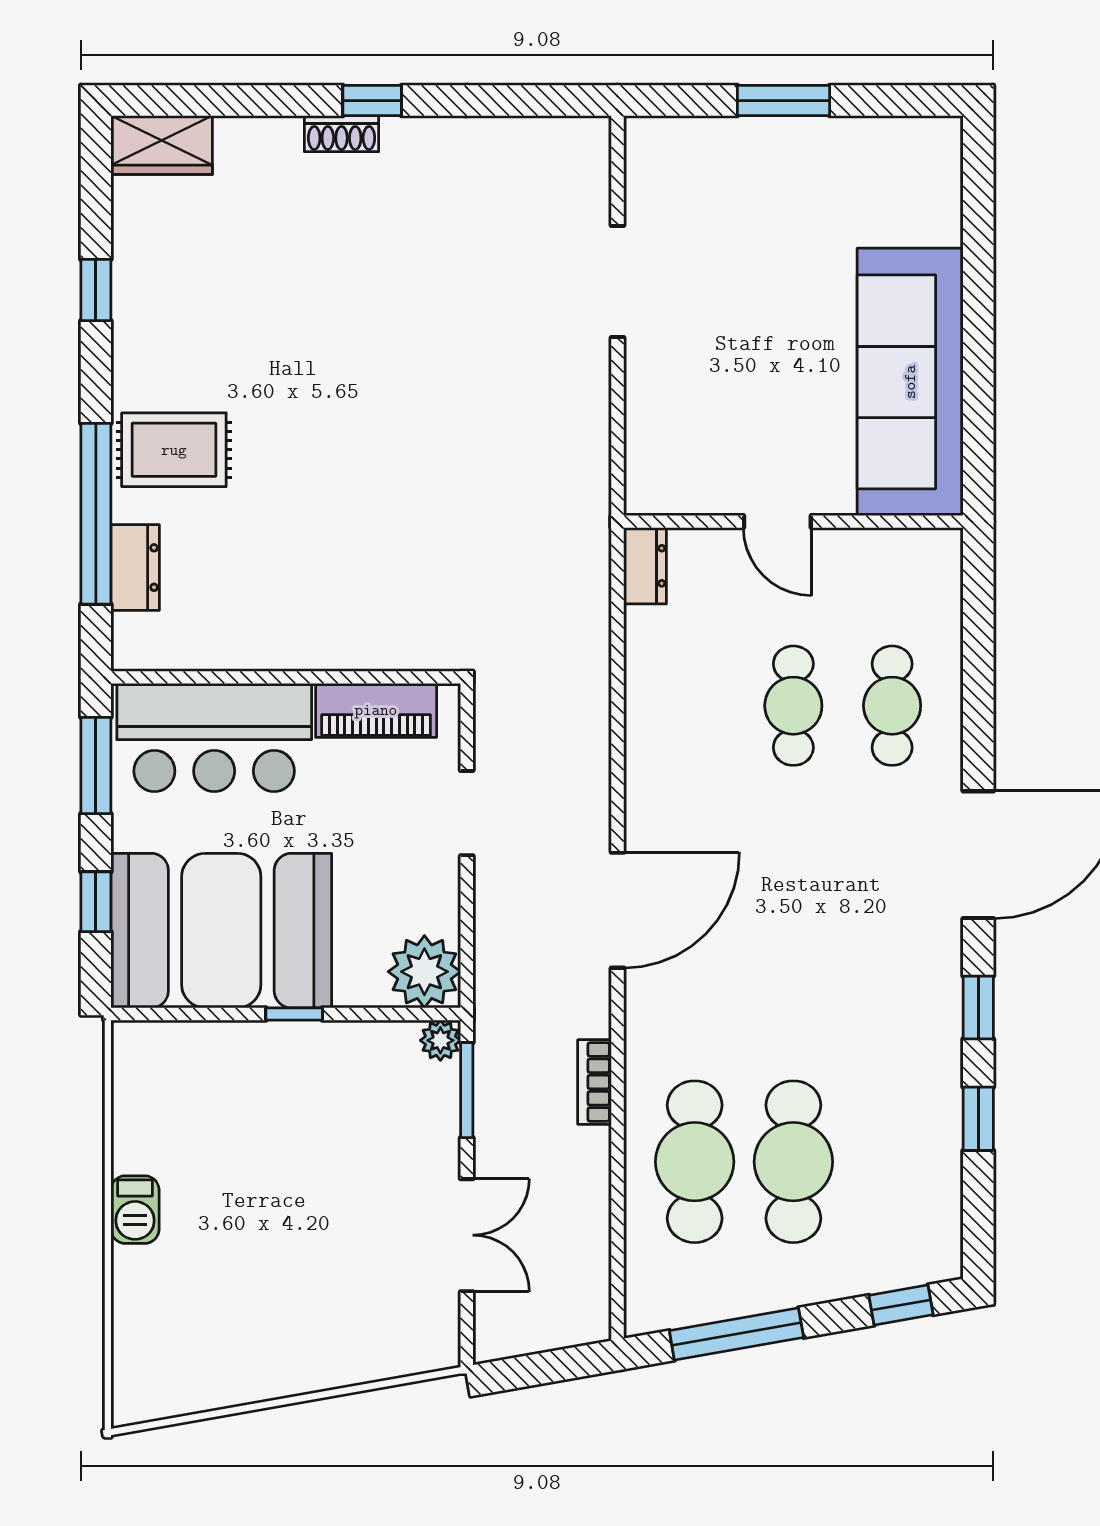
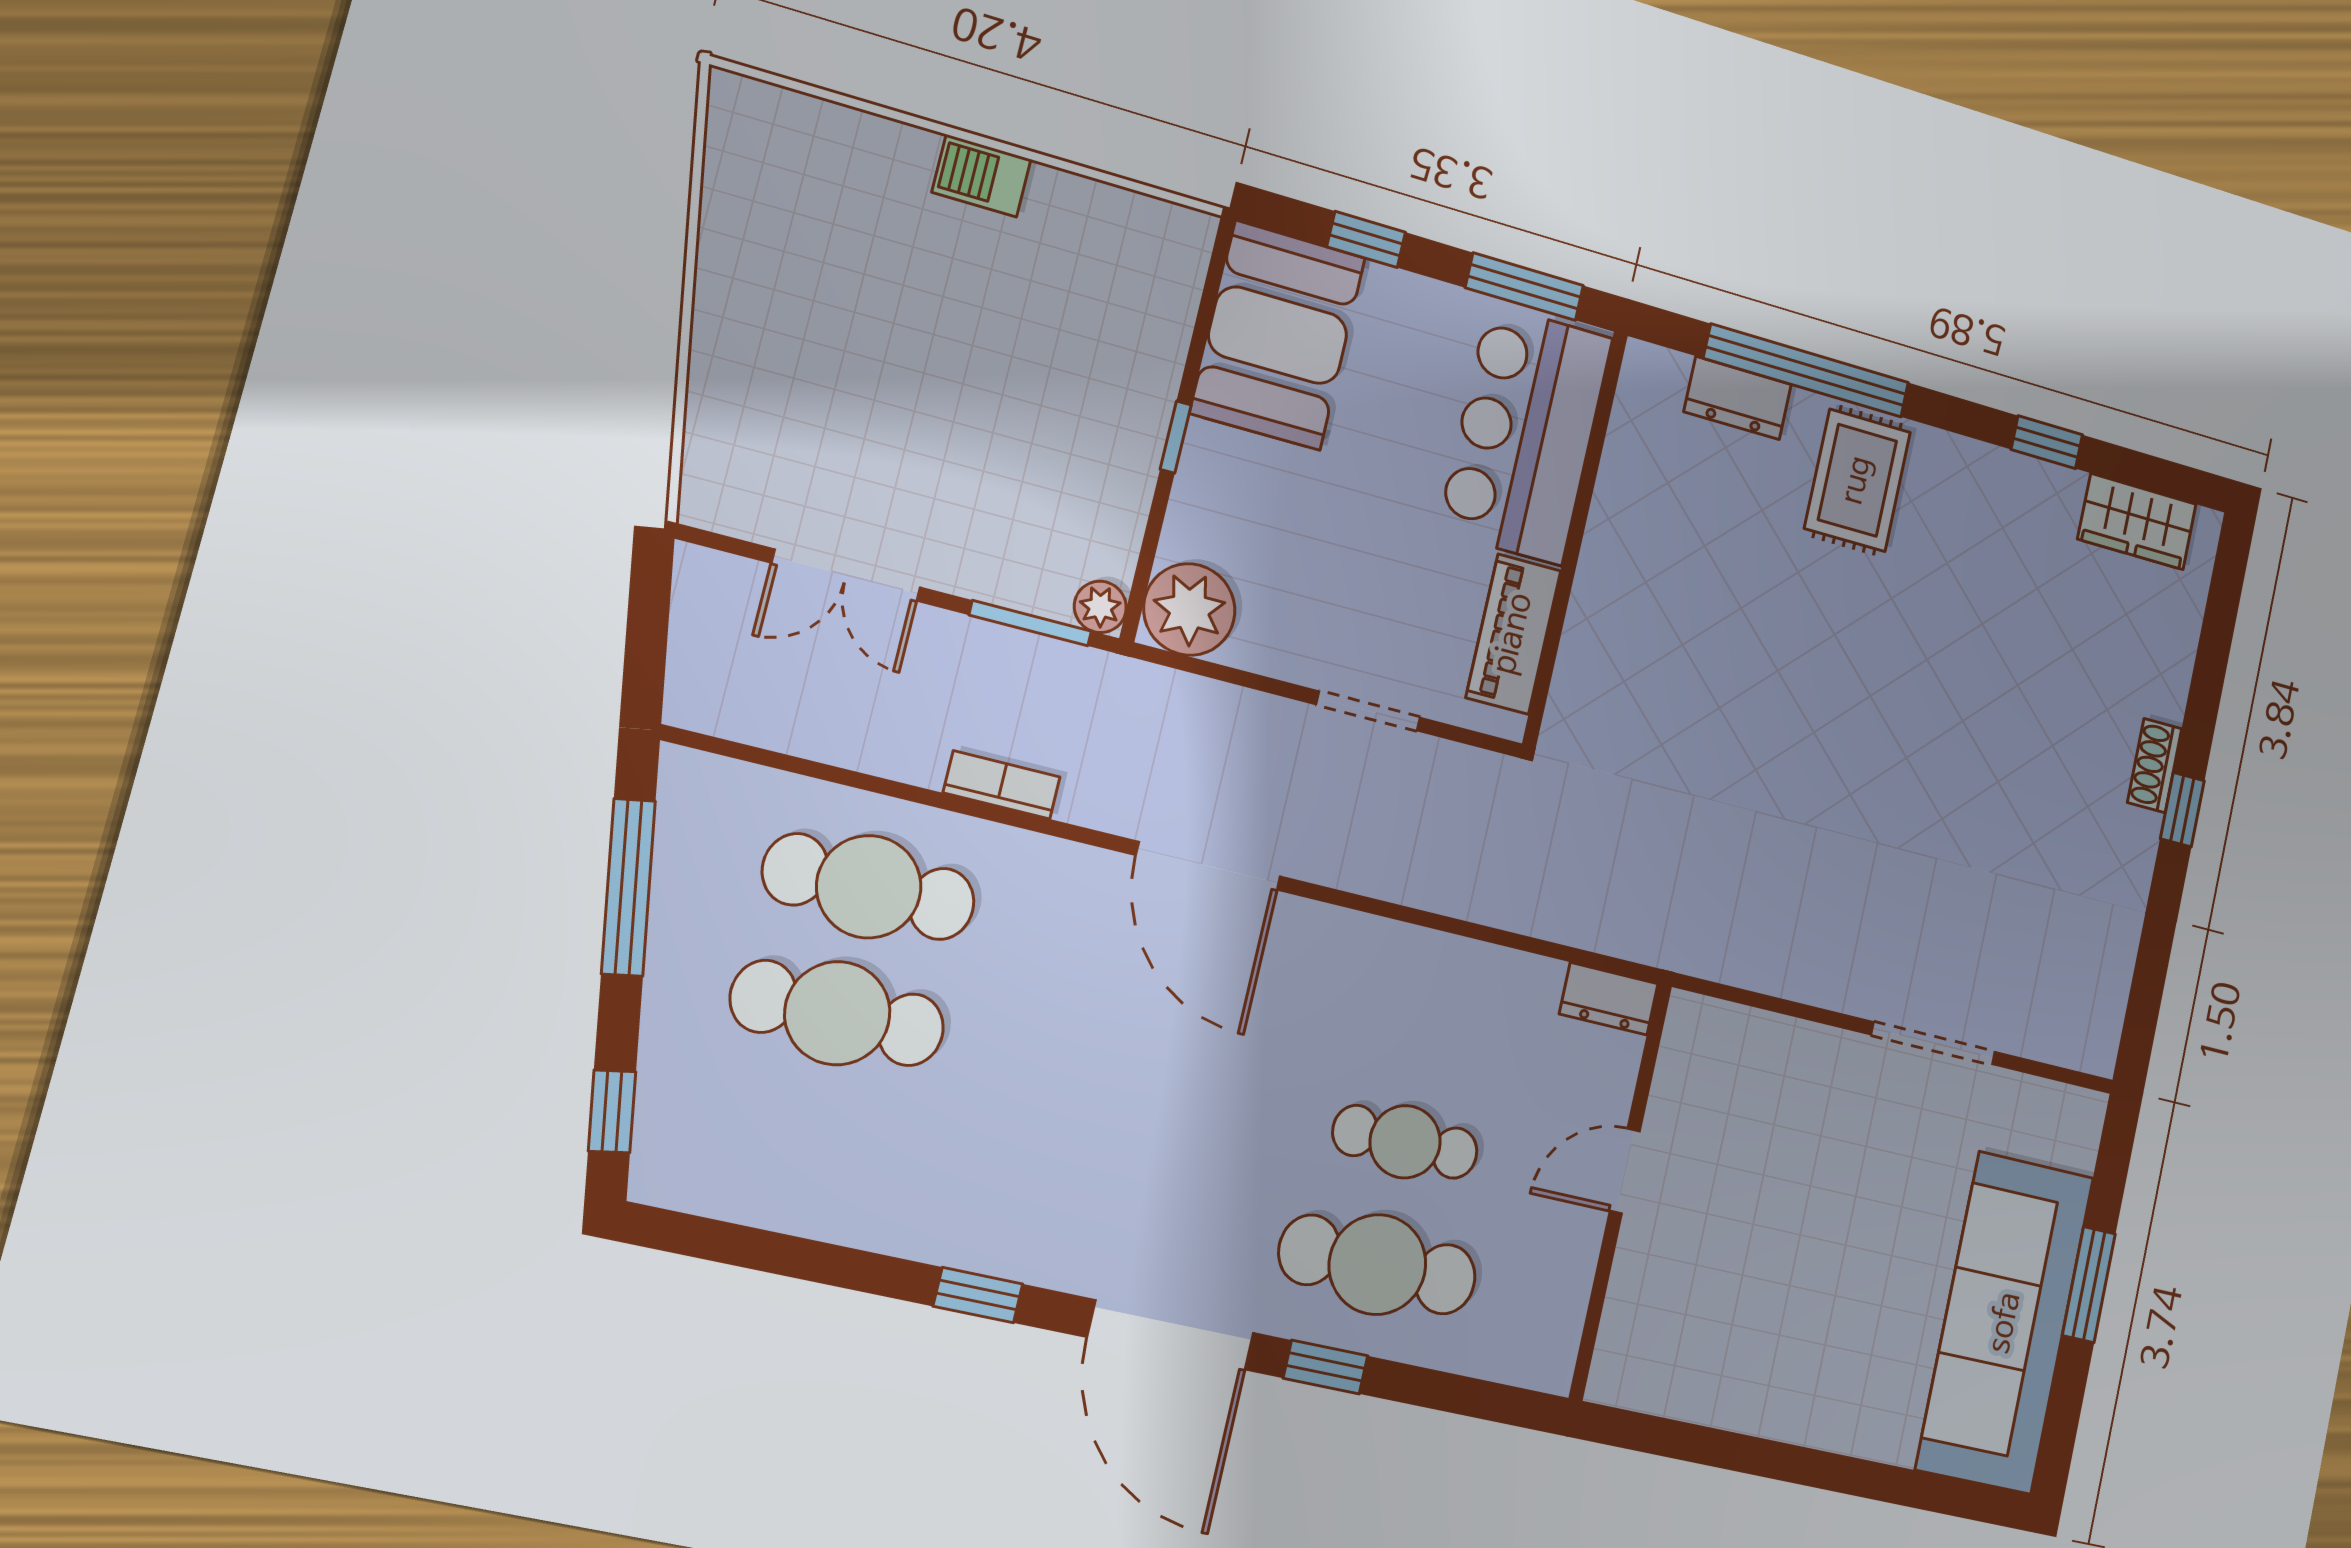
wardrobe: (162, 145) -> (2137, 522), moved, turned -90
sofa: (910, 382) -> (2005, 1323), moved, turned -90
cafe table: (892, 706) -> (1377, 1265), width x1.37, depth x1.35
booth: (221, 931) -> (1278, 335), width x0.73, depth x0.70
window: (978, 1119) -> (1325, 1367), moved

